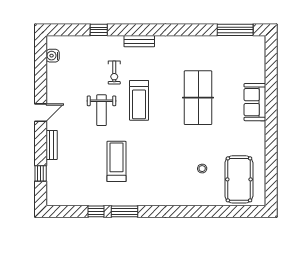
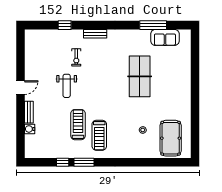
window: (235, 30) -> (153, 25), moved
water cooler: (53, 56) -> (30, 129), moved
treadmill: (139, 100) -> (99, 135), moved
sofa: (255, 102) -> (165, 37), moved, turned -90
window: (41, 173) -> (21, 134), removed

